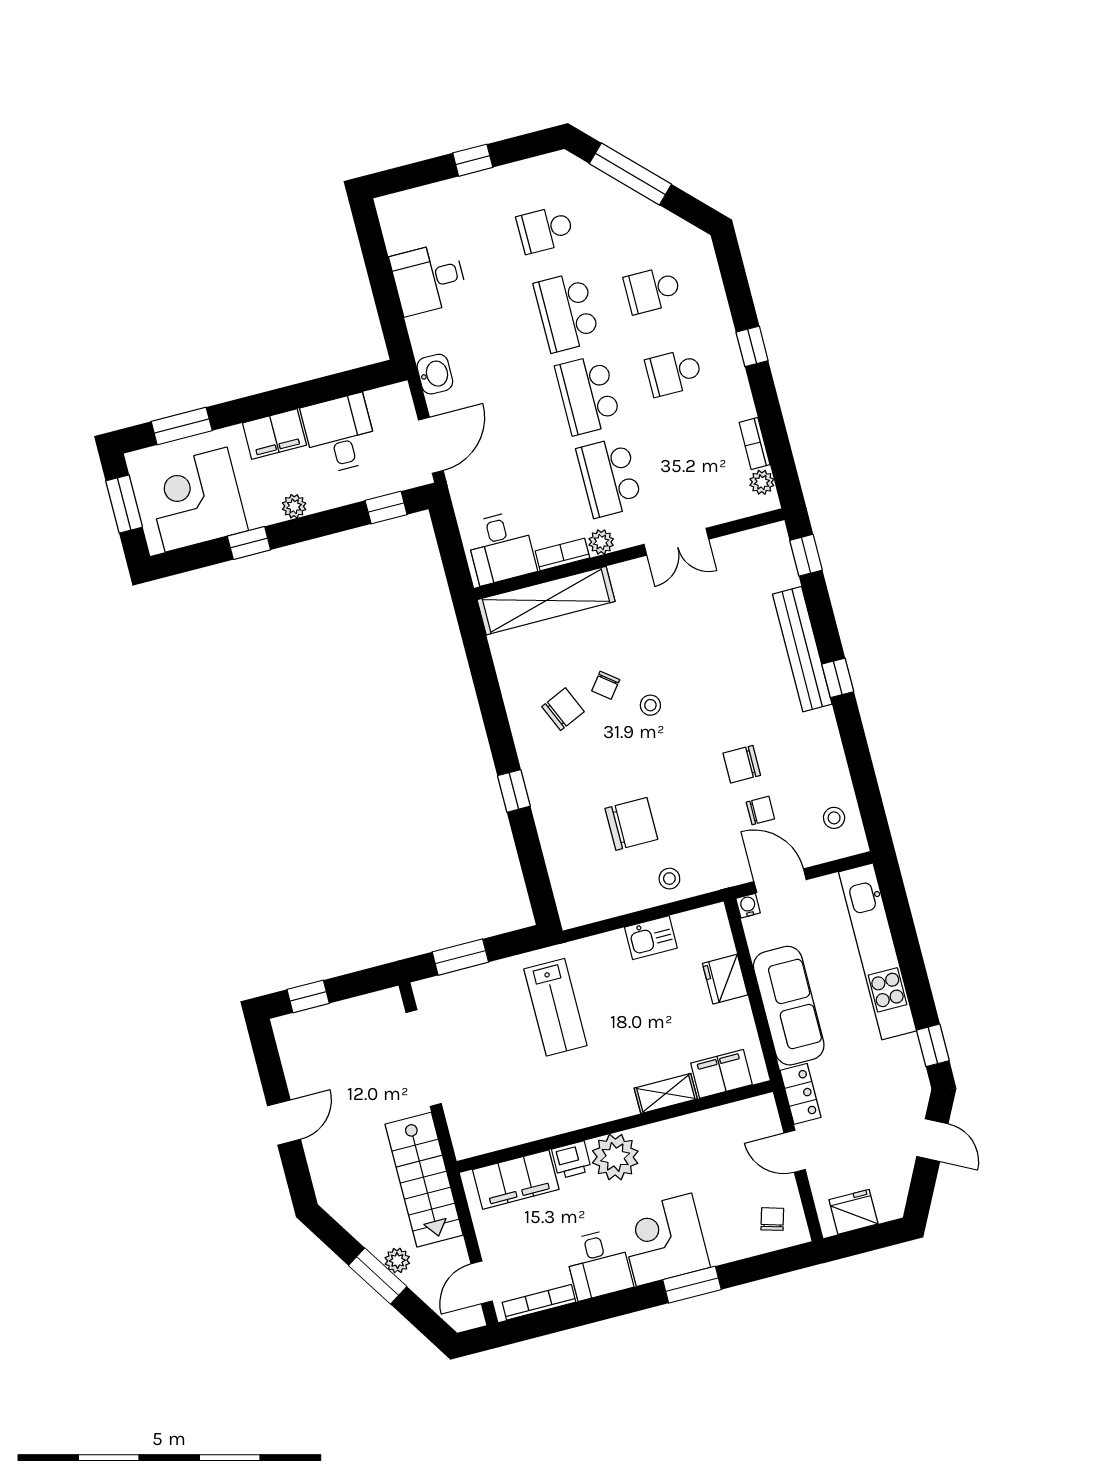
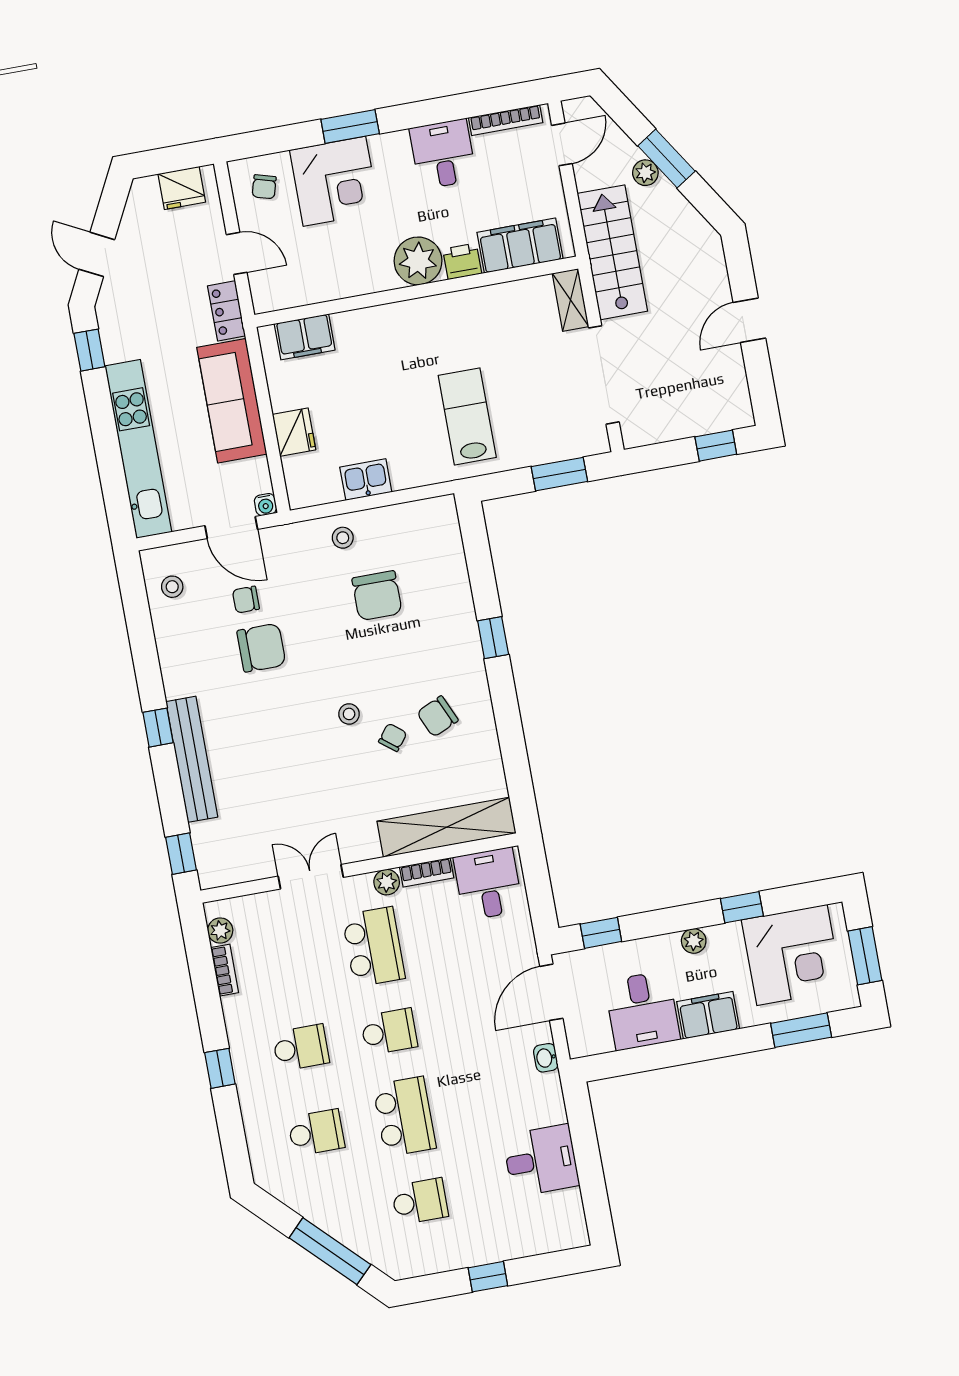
washbasin: (435, 374) -> (546, 1058), width x0.72, depth x0.69
school desk: (588, 395) -> (389, 1032), width x0.54
chair: (742, 764) -> (261, 648), width x1.37, depth x1.37
chair: (631, 824) -> (377, 596), turned -90
shelving: (666, 1093) -> (571, 300), moved, turned 90
corner desk: (664, 1240) -> (334, 181), moved

